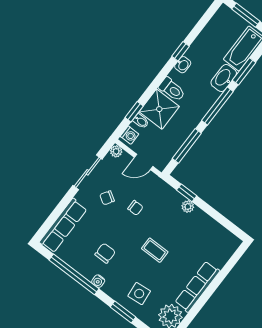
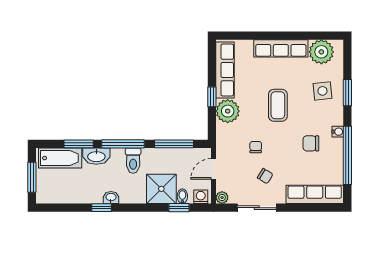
toilet: (172, 89) -> (133, 161), moved, turned 180
door: (144, 162) -> (214, 169), swing flipped
window: (187, 193) -> (212, 97), moved
plant: (188, 206) -> (228, 111), width x1.88, depth x1.88
row of seats: (214, 230) -> (225, 70), added
coffee table: (155, 250) -> (278, 105), width x1.36, depth x1.30

